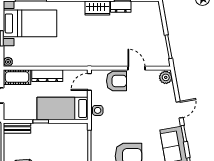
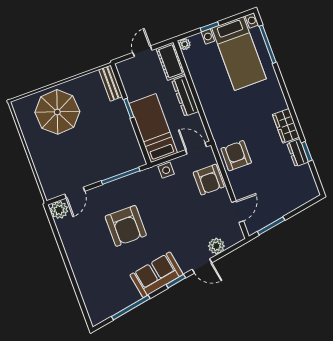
armchair: (106, 54) -> (236, 156), added
door: (136, 68) -> (238, 212), moved
plant: (166, 77) -> (216, 246), moved

